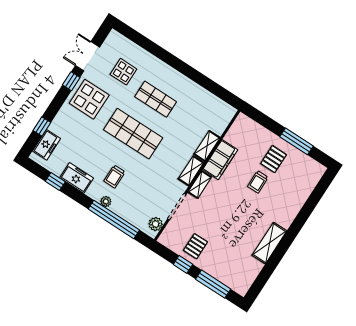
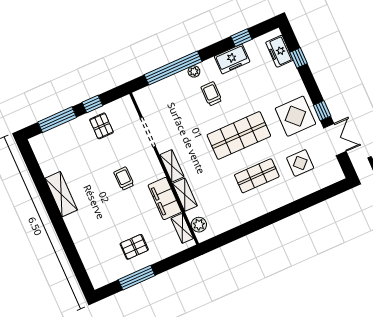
pallet: (274, 159) -> (134, 247), turned 90
trolley: (258, 182) -> (124, 179), moved
shelving: (200, 185) -> (182, 228), moved
plant: (156, 224) -> (199, 225), moved

